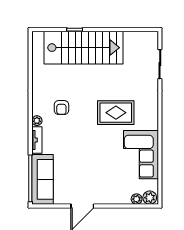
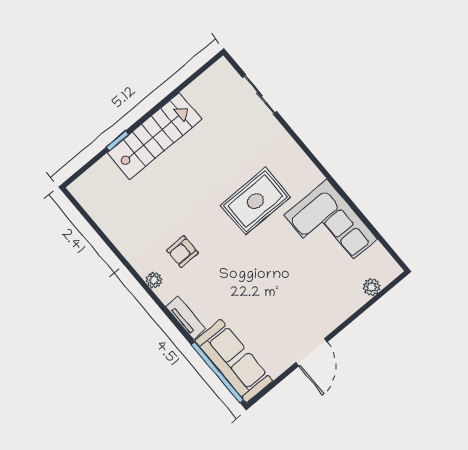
stairs: (83, 48) -> (154, 136), width x0.73, depth x0.66
armchair: (61, 108) -> (182, 252), turned 90
plant: (37, 121) -> (154, 280), moved
plant: (150, 198) -> (387, 272), removed

